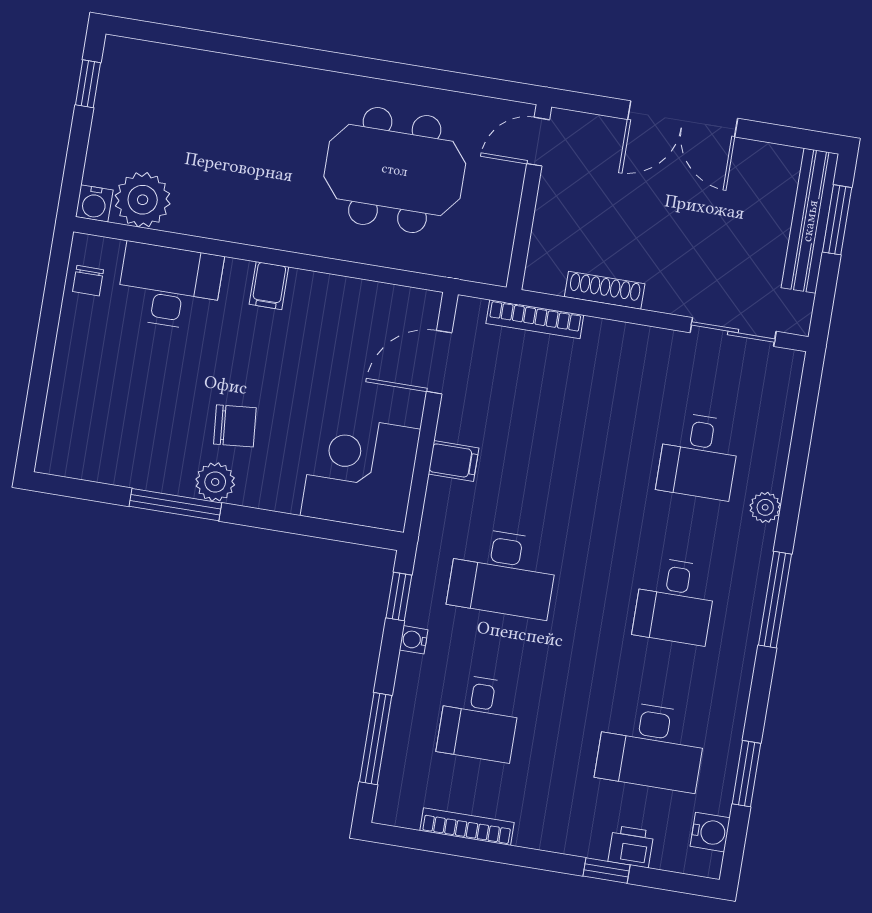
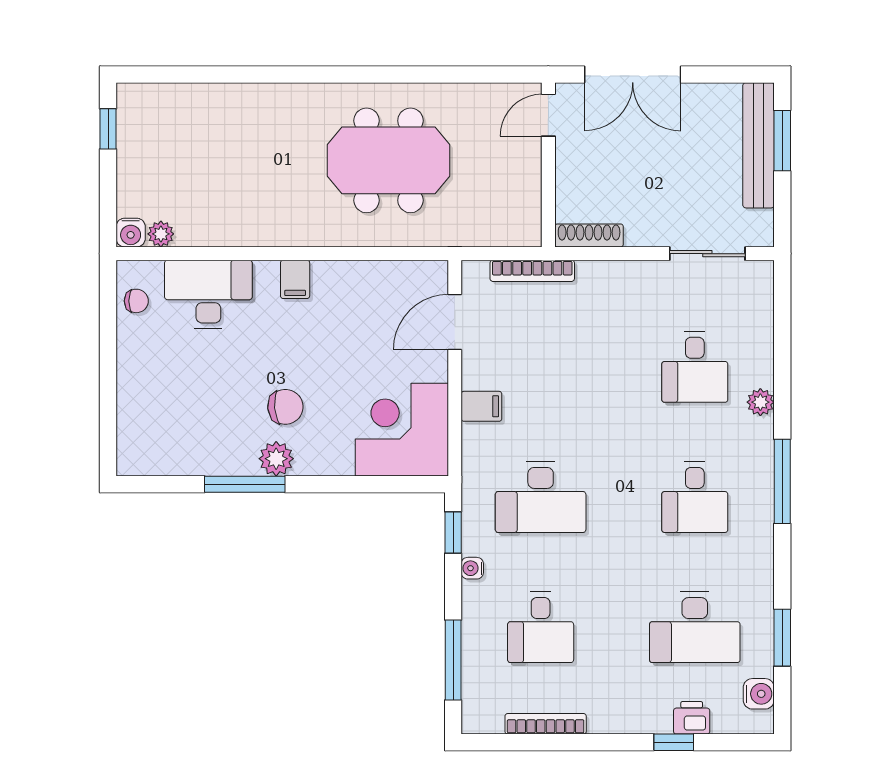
door: (538, 142) -> (548, 115), moved
wall: (529, 197) -> (548, 165), moved
plant: (143, 200) -> (161, 234), width x0.53, depth x0.53
chair: (88, 281) -> (136, 301), turned -90

